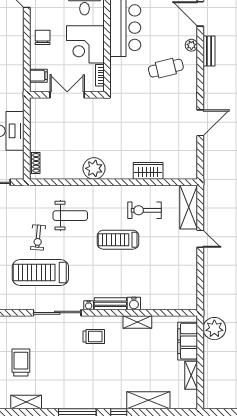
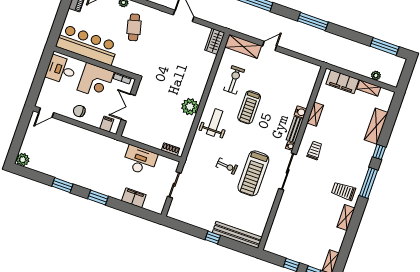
wardrobe: (148, 171) -> (215, 41), moved
exercise bike: (145, 210) -> (234, 80), turned 180
weight bench: (70, 216) -> (215, 122), moved
plant: (214, 329) -> (376, 75), moved, width x0.53, depth x0.53
trolley: (21, 363) -> (344, 191), moved

